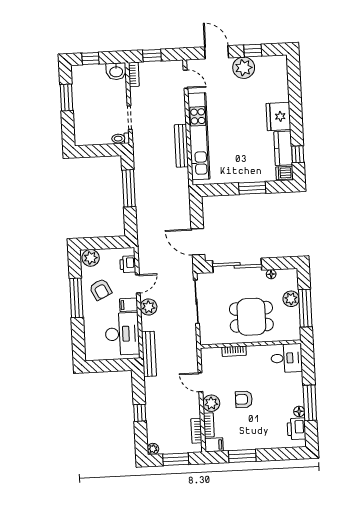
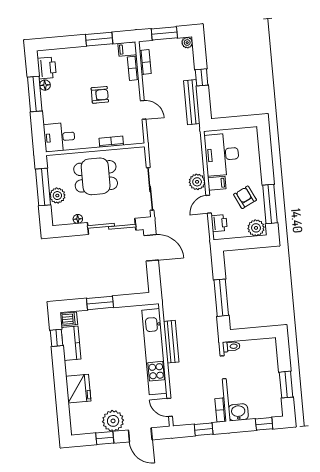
fridge: (278, 116) -> (78, 389), moved
window: (76, 298) -> (270, 204), moved
bench: (149, 354) -> (192, 102), moved
plant: (211, 403) -> (132, 90), removed

